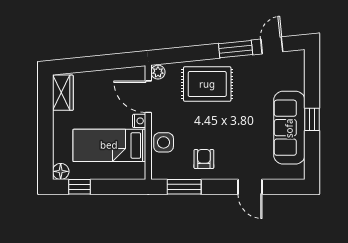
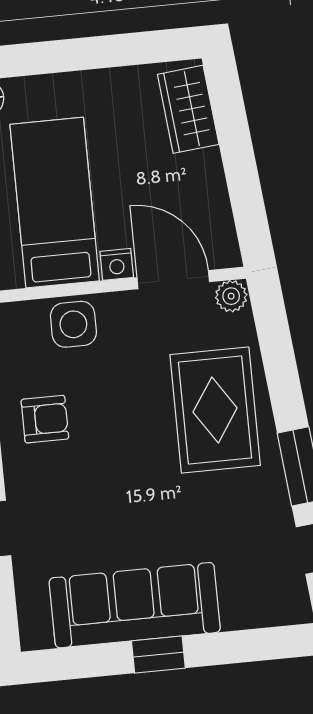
wardrobe: (63, 93) -> (188, 109), moved, turned 84
door: (148, 97) -> (173, 280), hinge flipped

